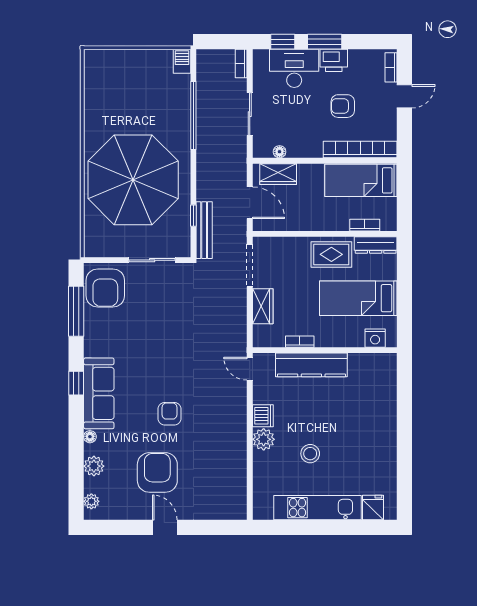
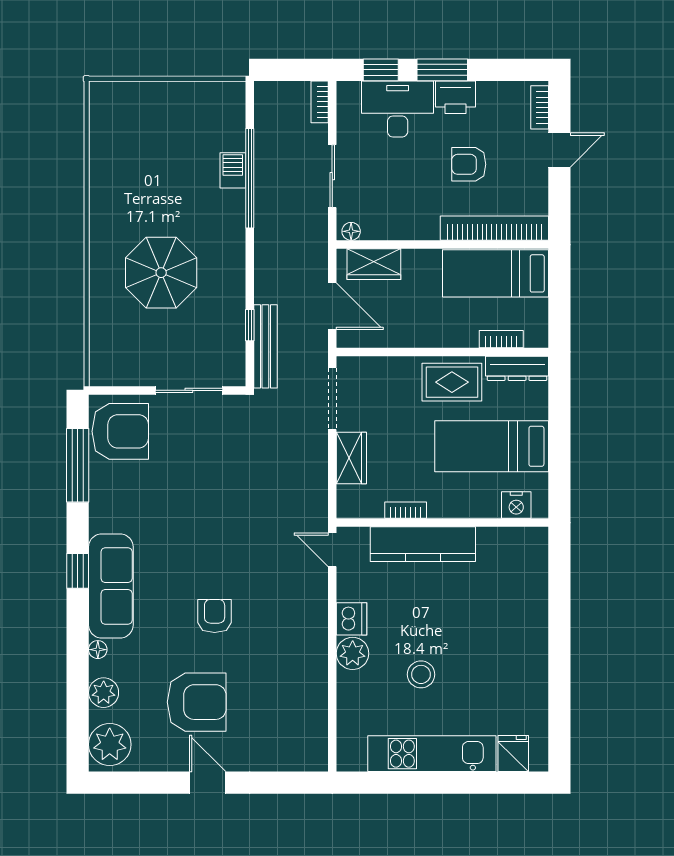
barbecue: (182, 61) -> (233, 170), moved
floor lamp: (280, 152) -> (351, 231), moved
parasol: (133, 180) -> (161, 273), width x0.54, depth x0.54
armchair: (105, 288) -> (120, 431), turned -90
armchair: (157, 472) -> (197, 702), turned 90
plant: (91, 501) -> (110, 744), width x1.88, depth x1.88

